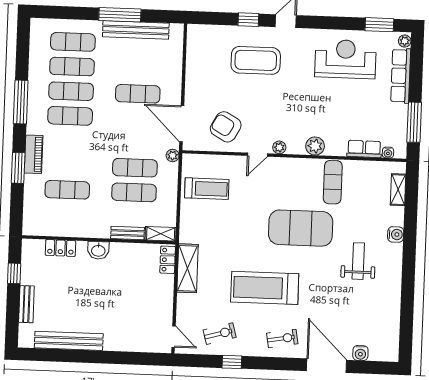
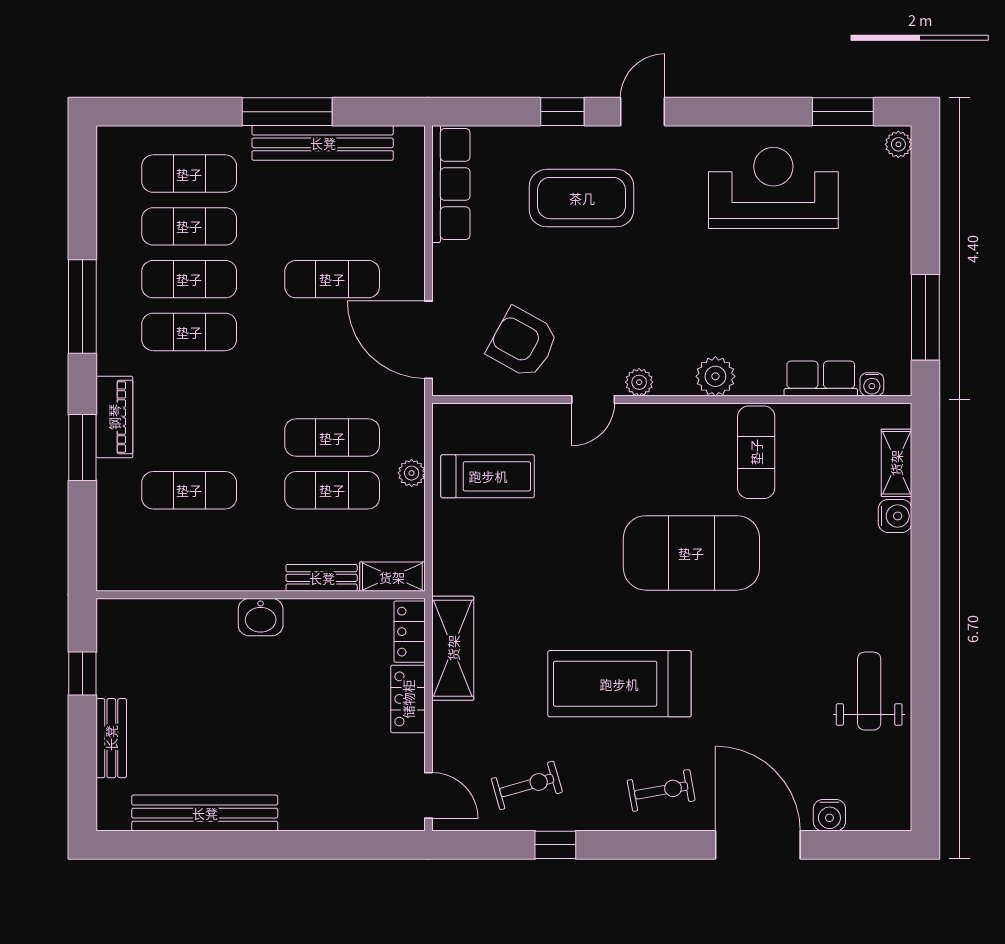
row of seats: (401, 76) -> (451, 184), moved, turned 180
plant: (173, 155) -> (412, 473), moved
water cooler: (396, 234) -> (895, 516), moved
locker: (60, 248) -> (408, 699), moved, turned 90
weight bench: (358, 261) -> (869, 691), moved

